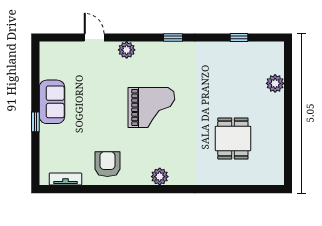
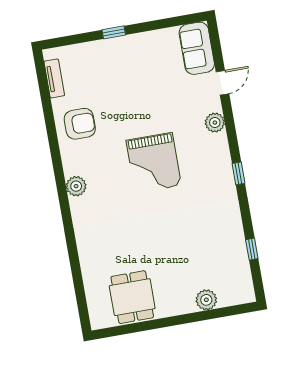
sofa: (52, 102) -> (197, 48), moved, turned 90
dining table: (233, 138) -> (132, 297), moved, turned 90

